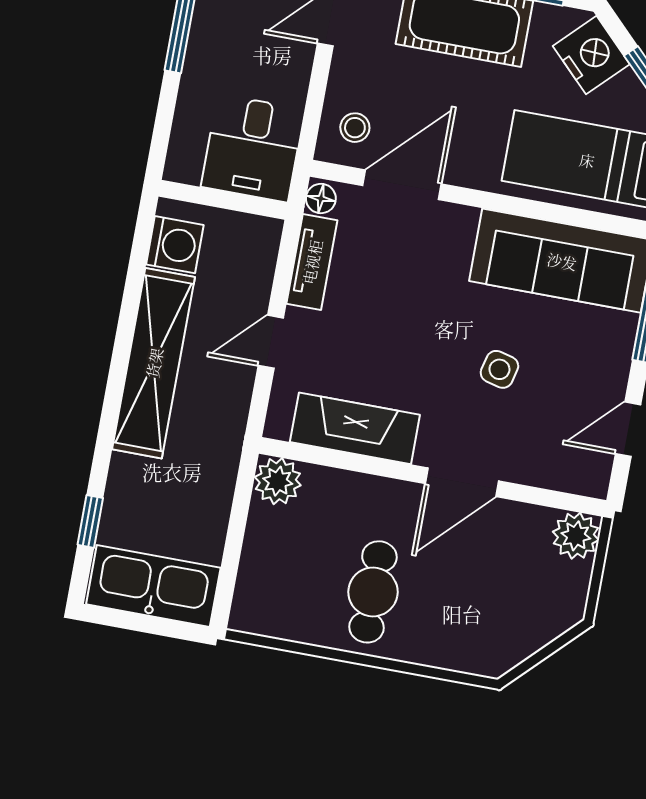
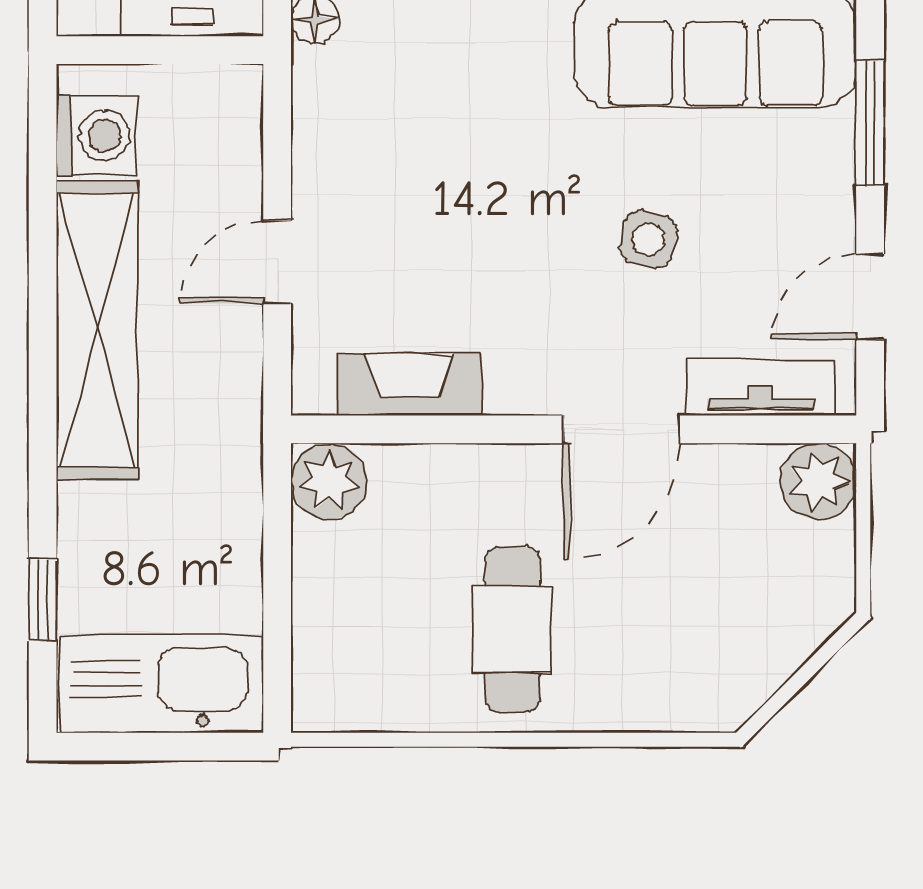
tv unit: (312, 262) -> (761, 387), moved, turned -90
fireplace: (355, 428) -> (409, 385), width x0.73, depth x0.76

